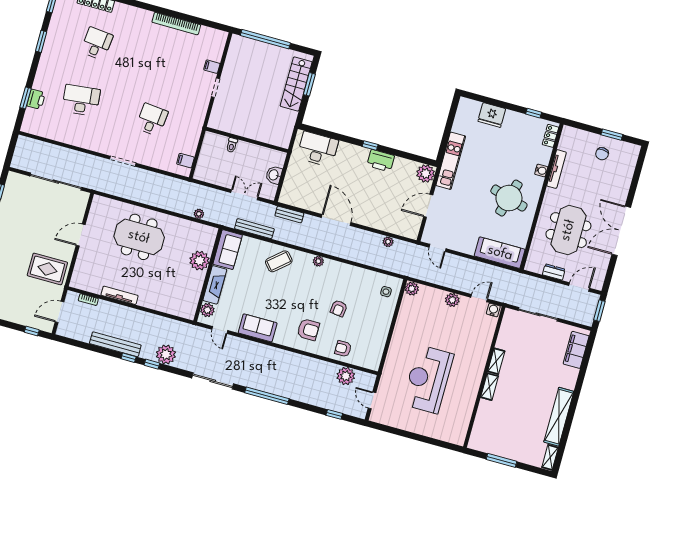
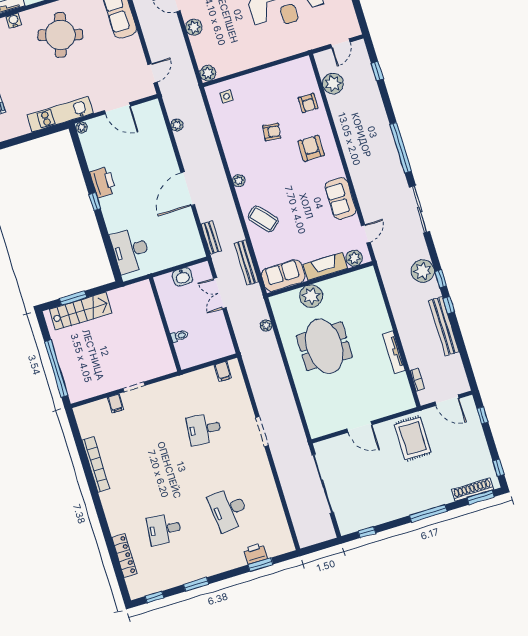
plant: (426, 174) -> (82, 127), width x0.53, depth x0.53
meeting table: (139, 237) -> (324, 346), moved

